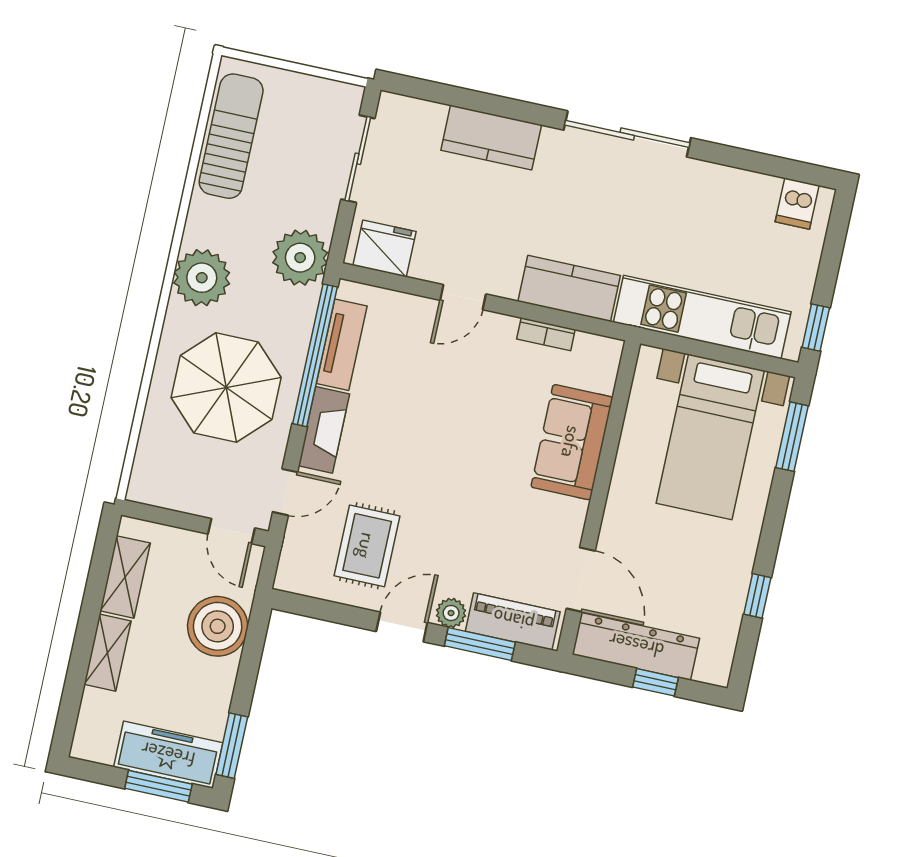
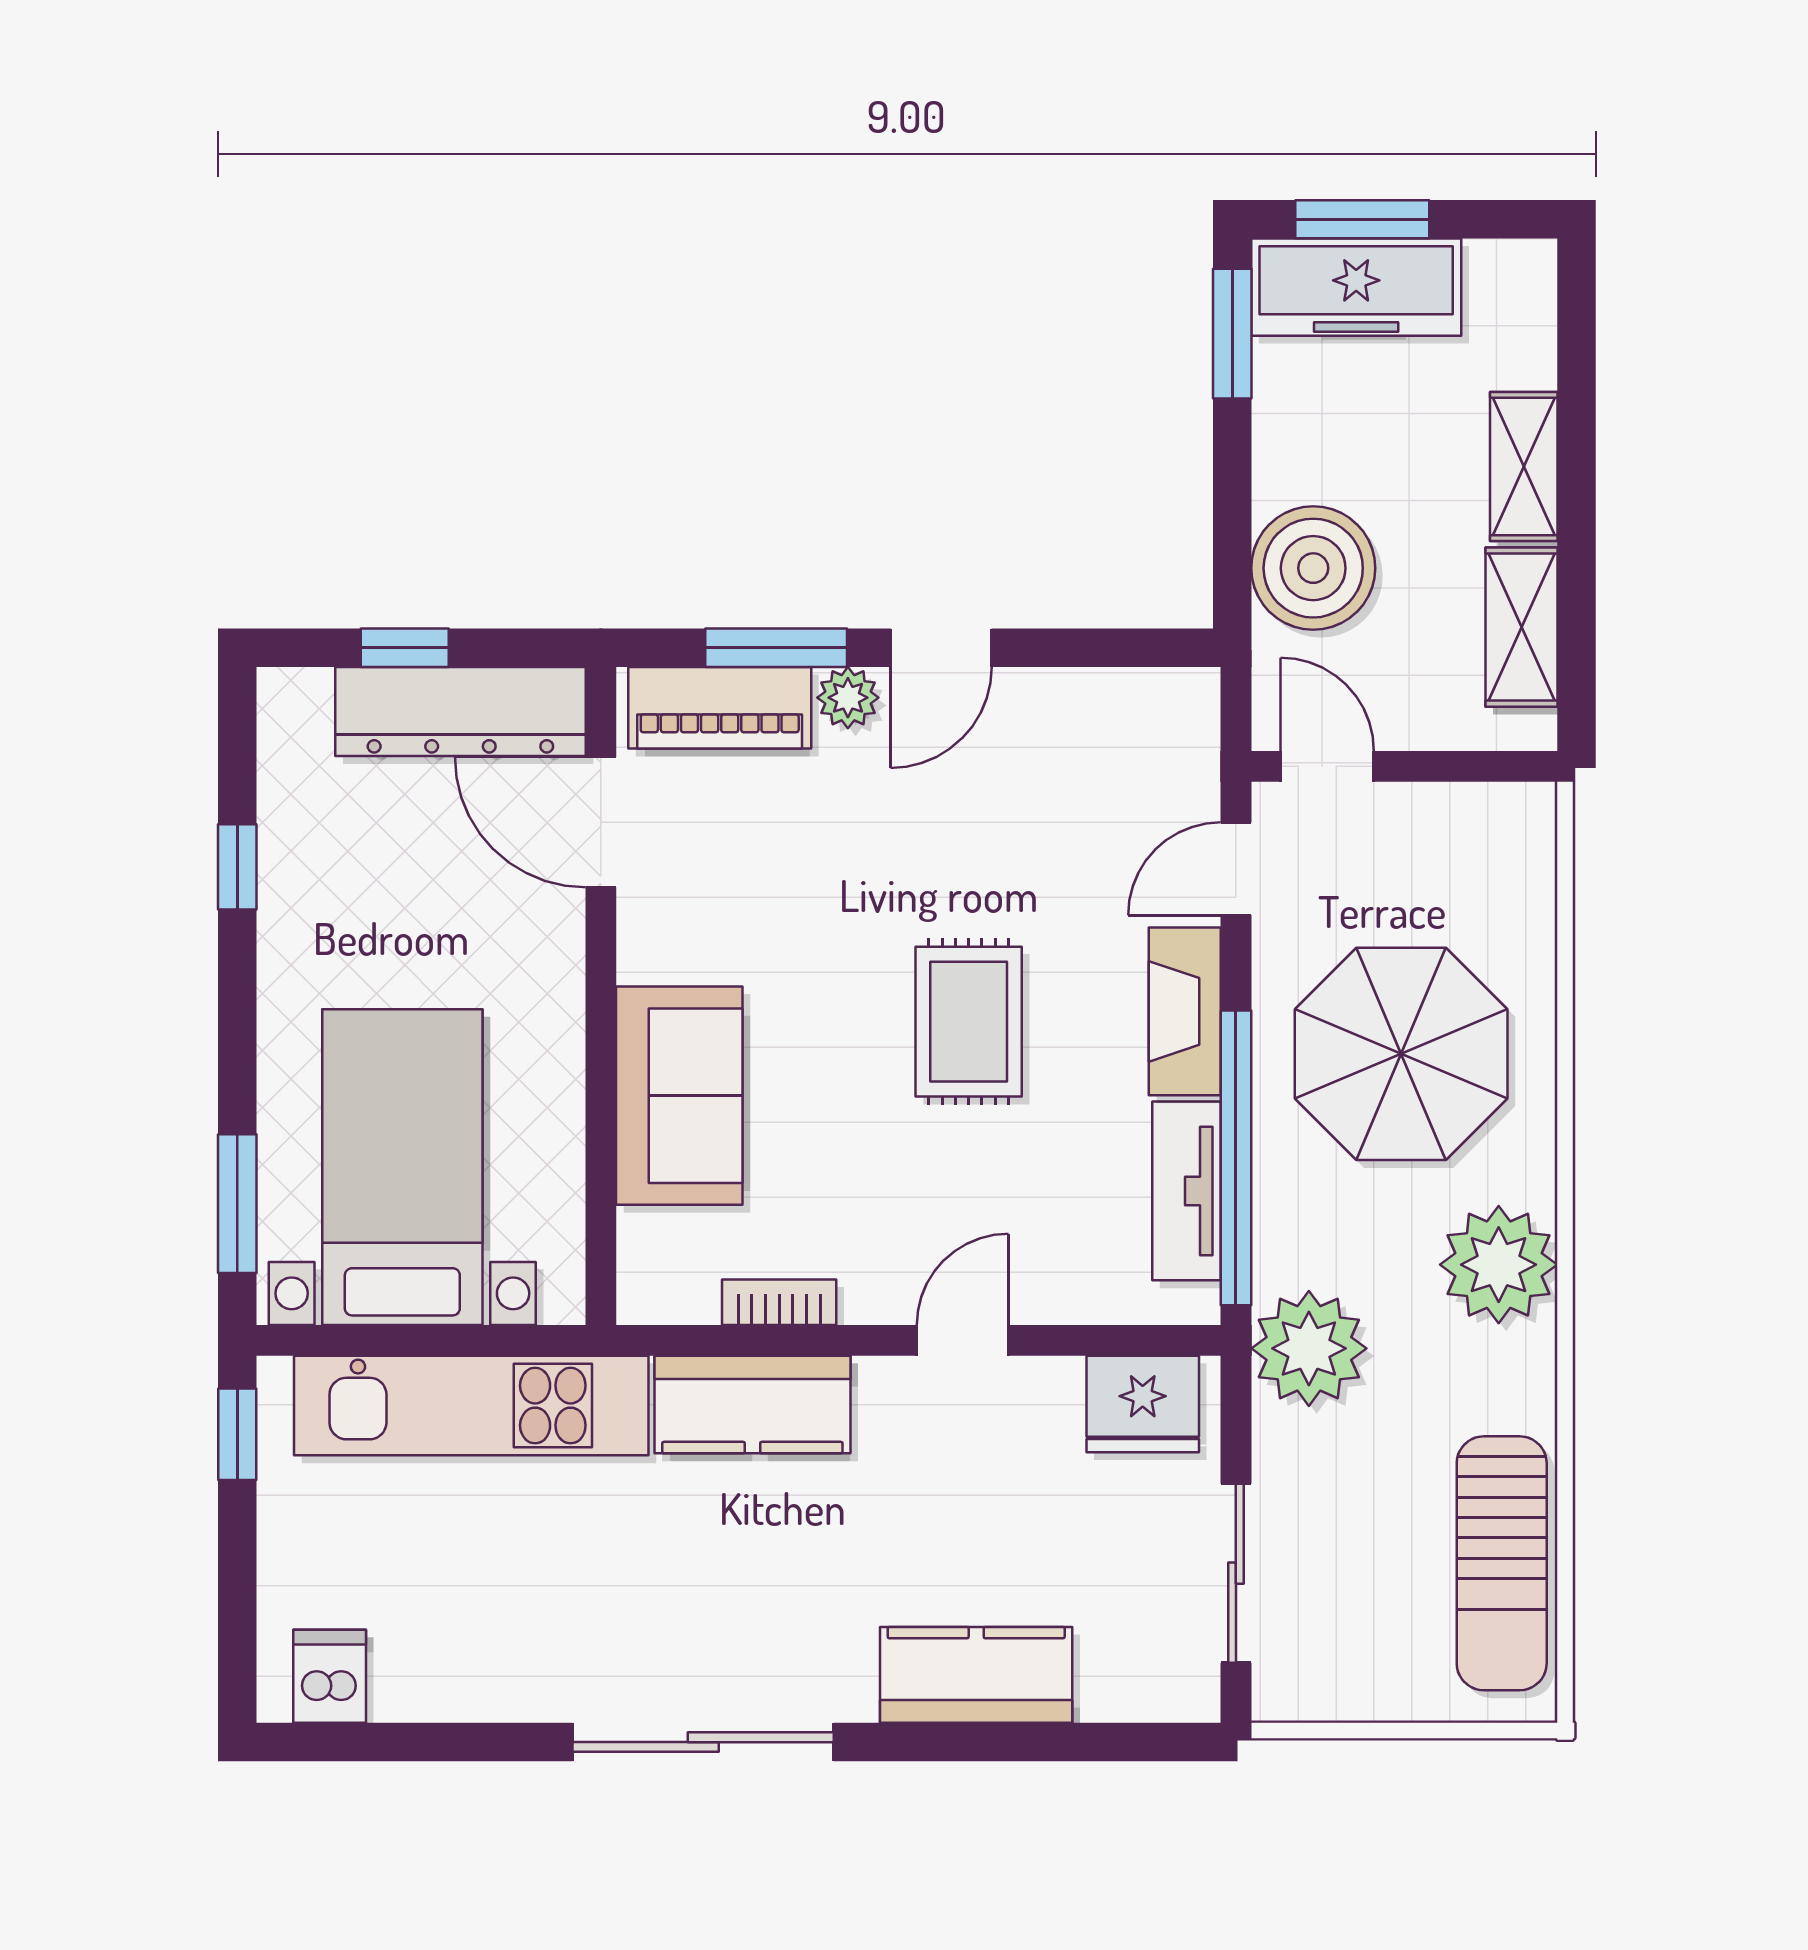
rug: (367, 546) -> (969, 1022), moved

